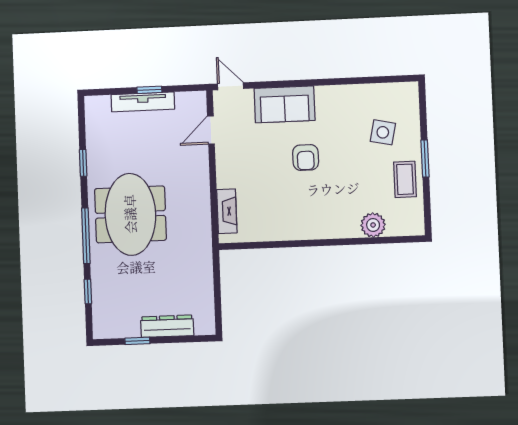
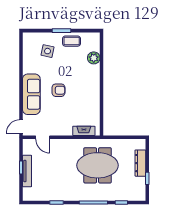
sofa: (285, 104) -> (31, 94), width x1.36
meeting table: (130, 214) -> (98, 165), moved

